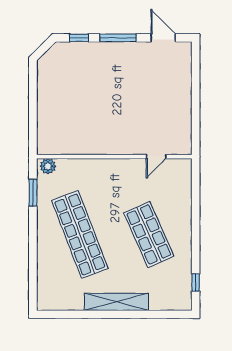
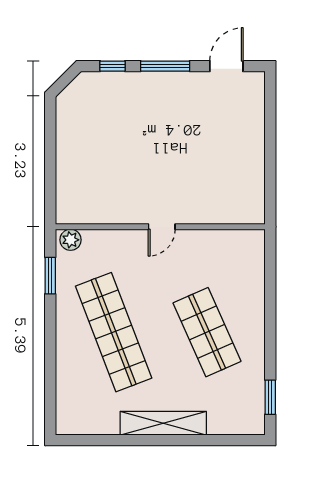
door: (163, 38) -> (226, 66), hinge flipped
door: (156, 157) -> (162, 227), moved
window: (196, 283) -> (270, 397), width x1.50

